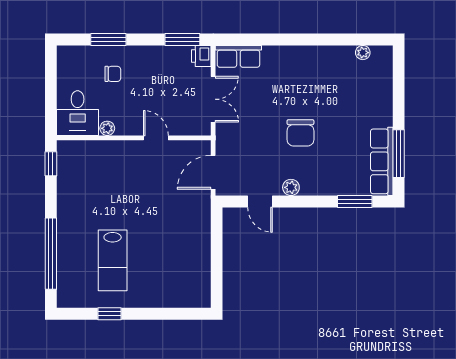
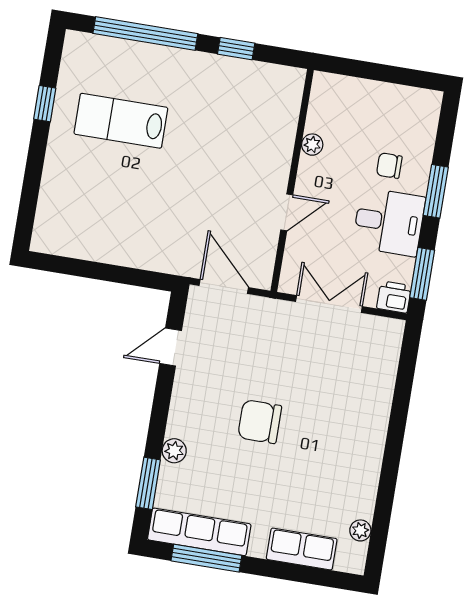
window: (108, 40) -> (436, 191), moved
row of seats: (238, 56) -> (302, 549), moved, turned 90
chair: (113, 74) -> (389, 166), turned 90
double door: (213, 99) -> (329, 304), swing flipped
desk: (78, 113) -> (389, 222), moved, turned 180
window: (51, 164) -> (236, 49), moved
plant: (291, 187) -> (174, 451), moved

